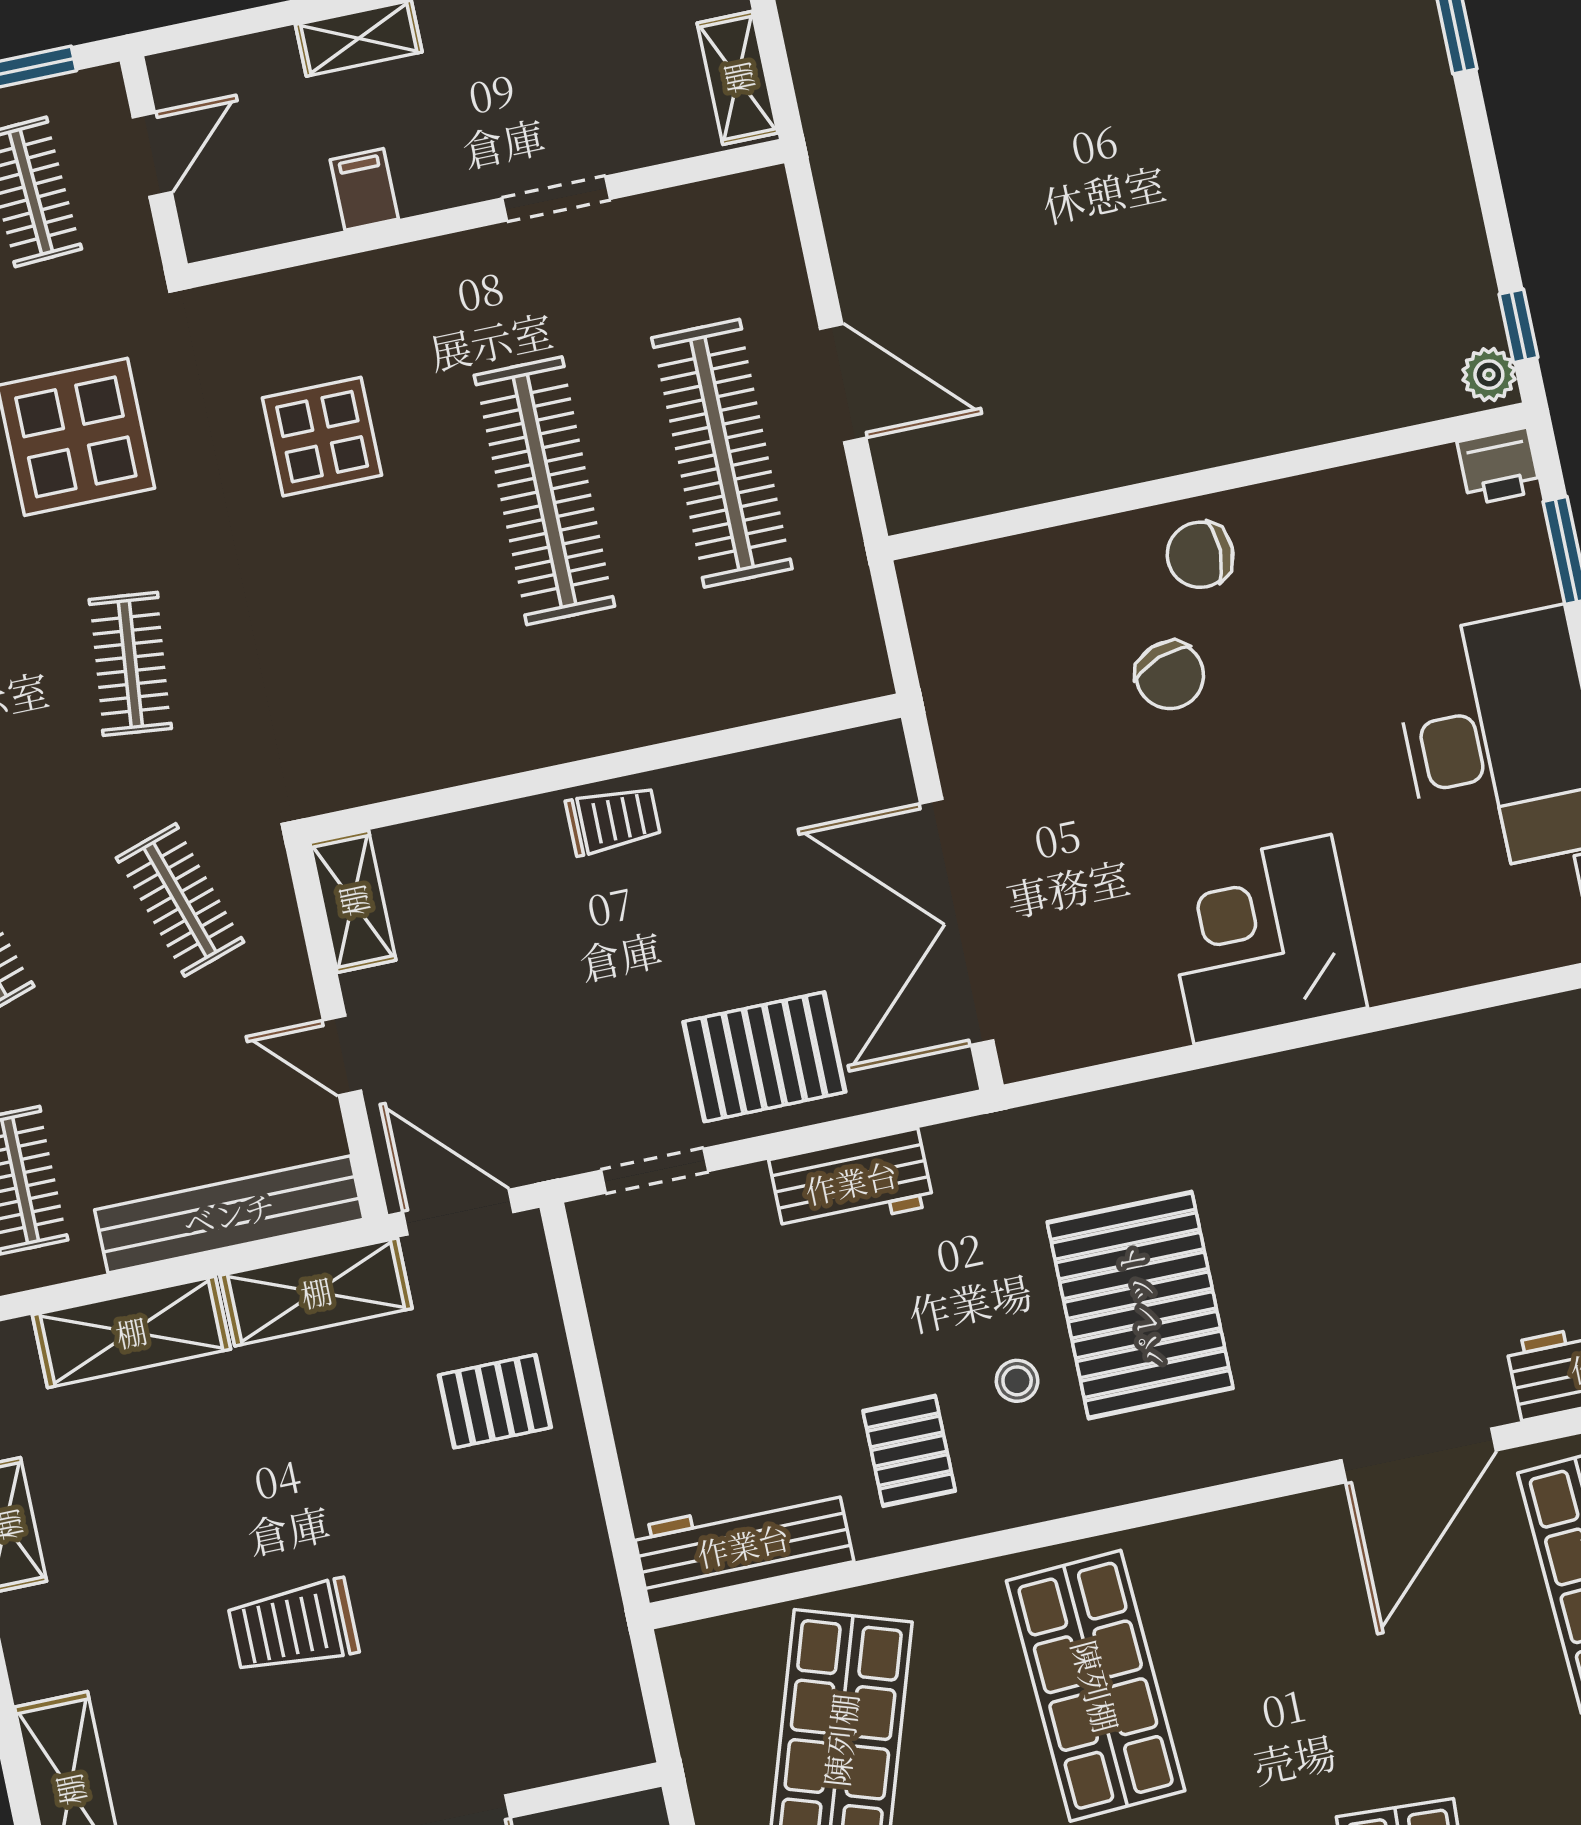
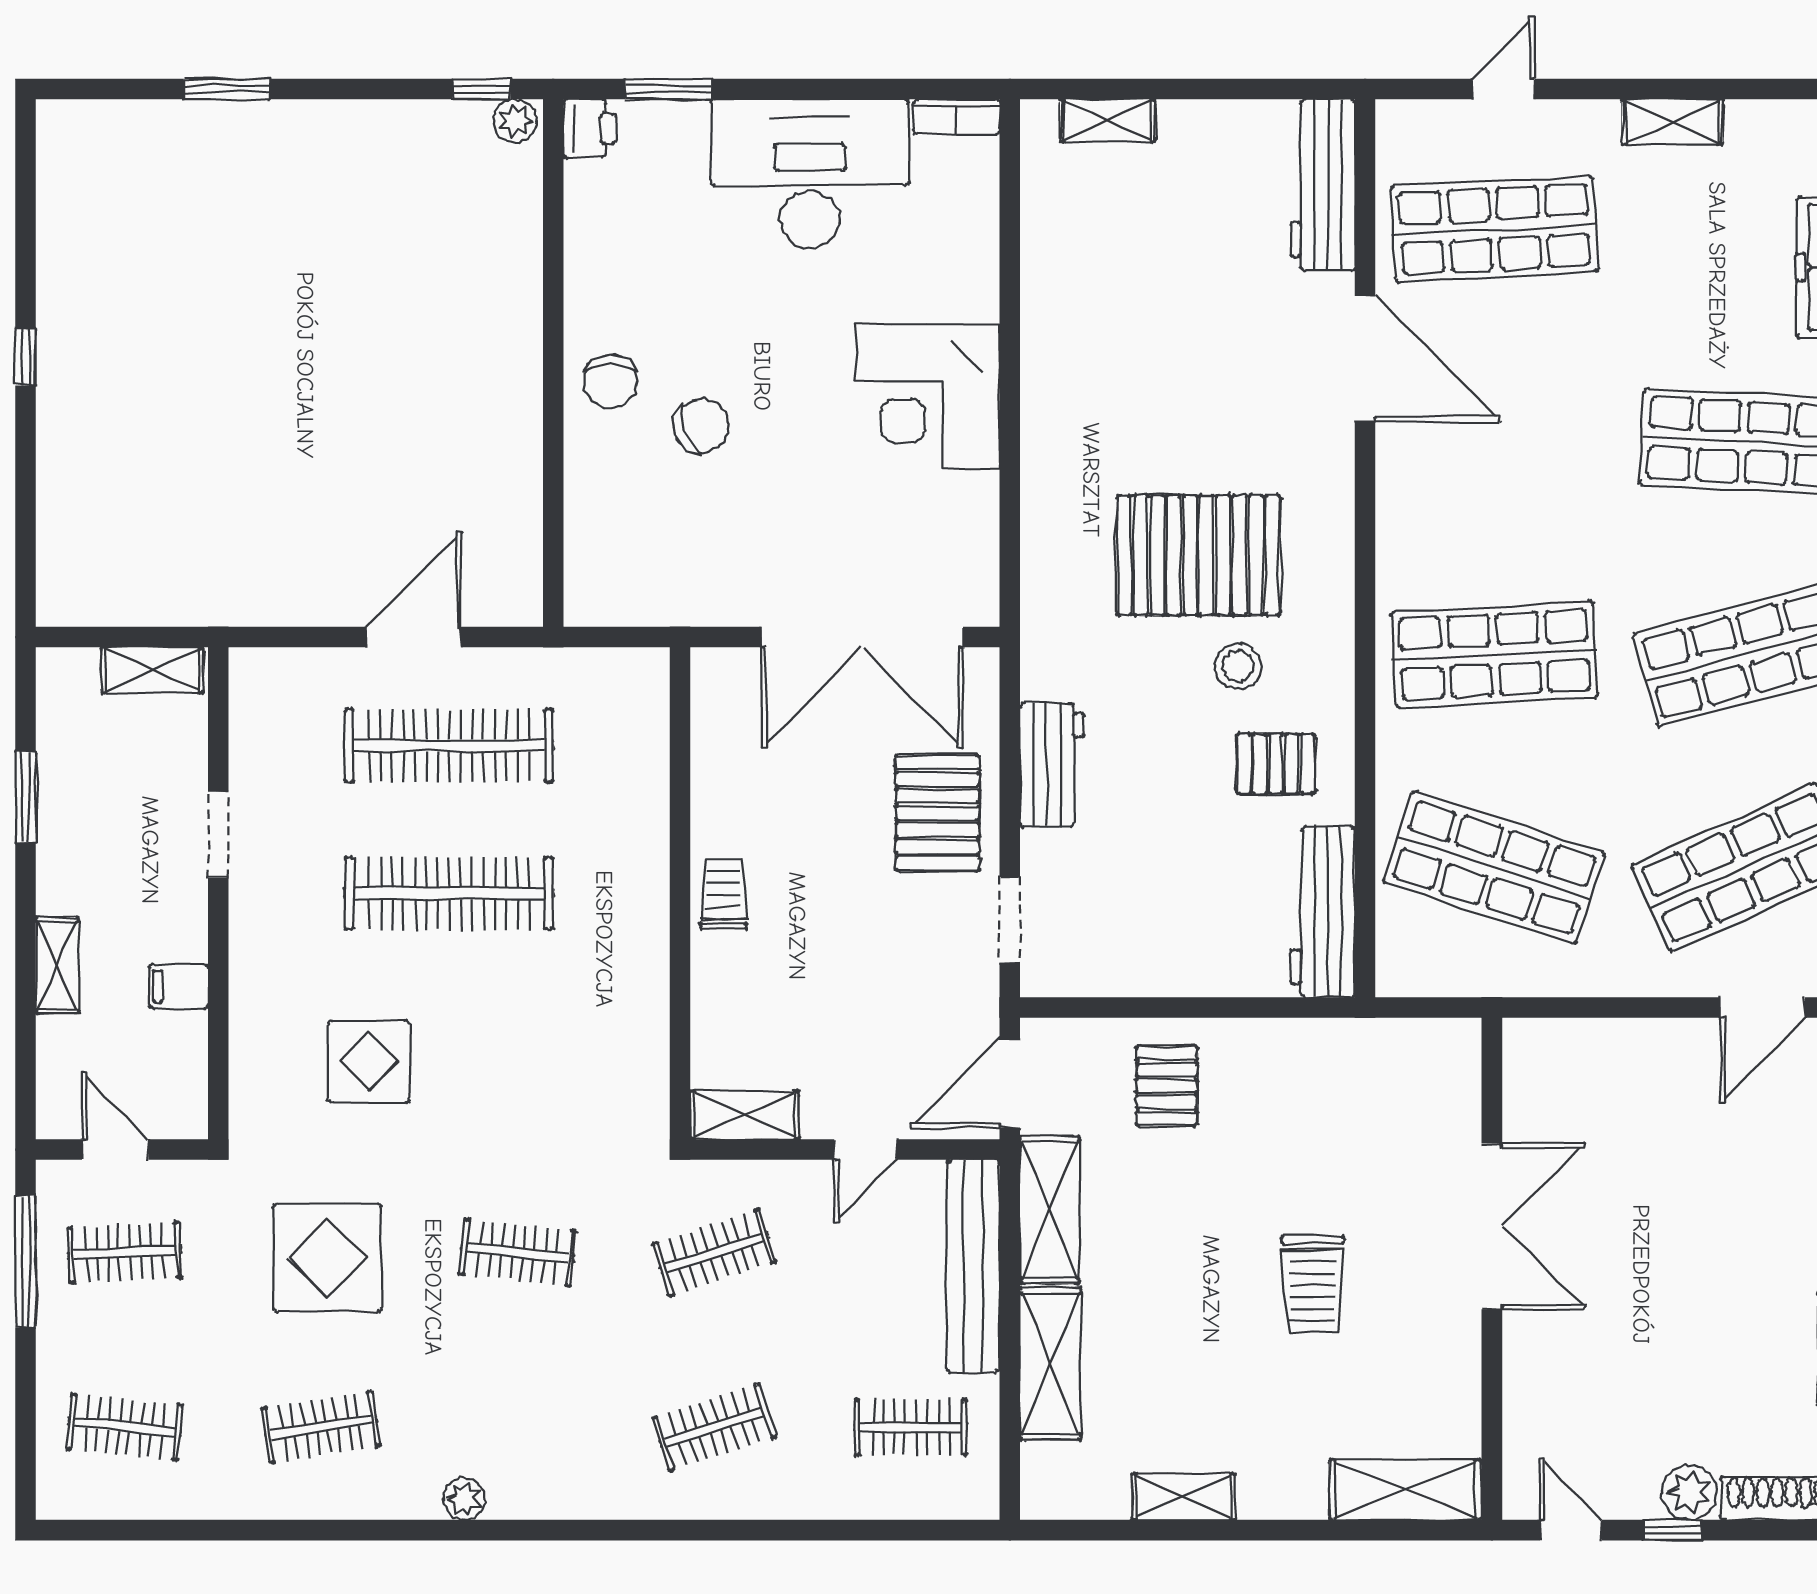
stool: (1017, 1381) -> (1238, 666), width x1.37, depth x1.37

